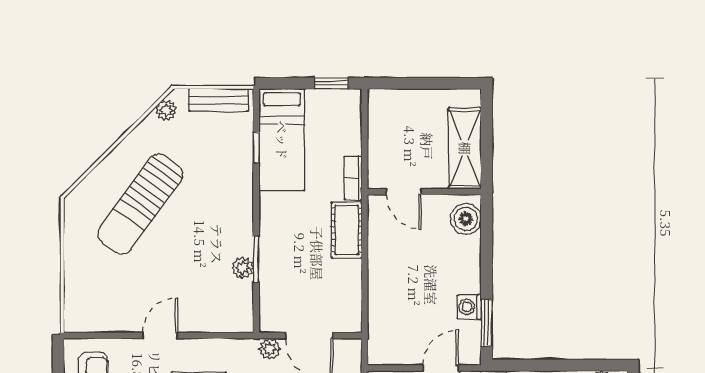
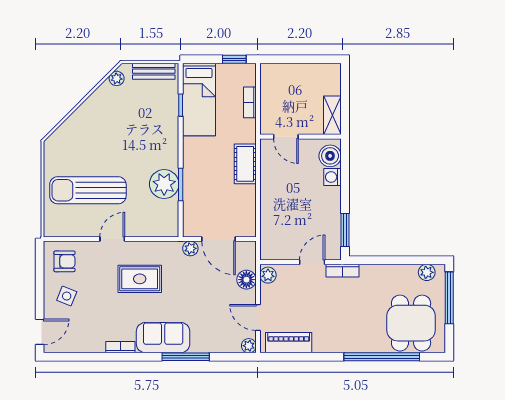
shelving: (465, 148) -> (332, 115), width x0.67, depth x0.75
bookcase: (353, 178) -> (250, 102), moved
sun lounger: (140, 204) -> (88, 190), moved, turned 54
plant: (243, 268) -> (164, 184), width x1.88, depth x1.88
washing machine: (469, 307) -> (332, 177), moved

